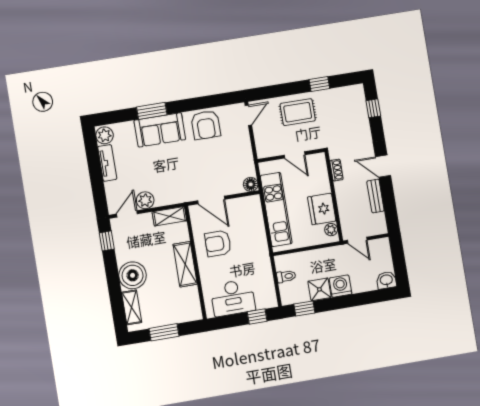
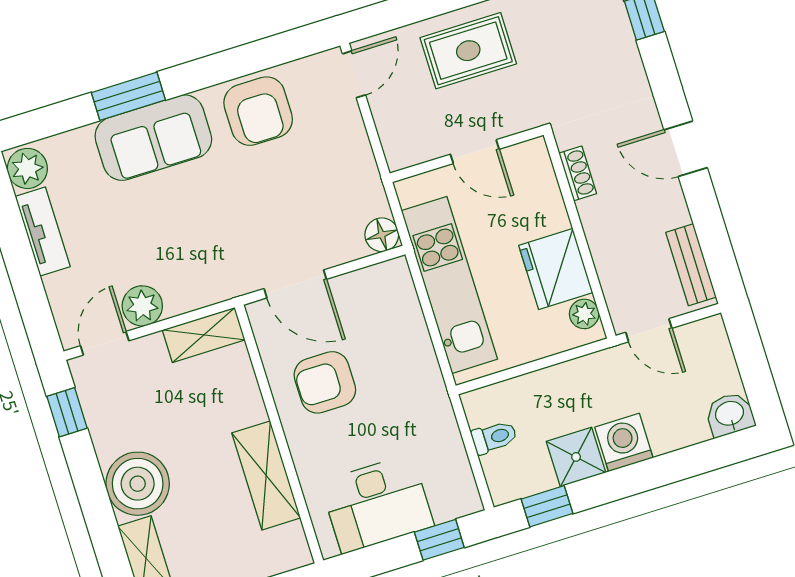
bench: (375, 196) -> (691, 265), moved
shelving: (185, 264) -> (266, 475), moved

